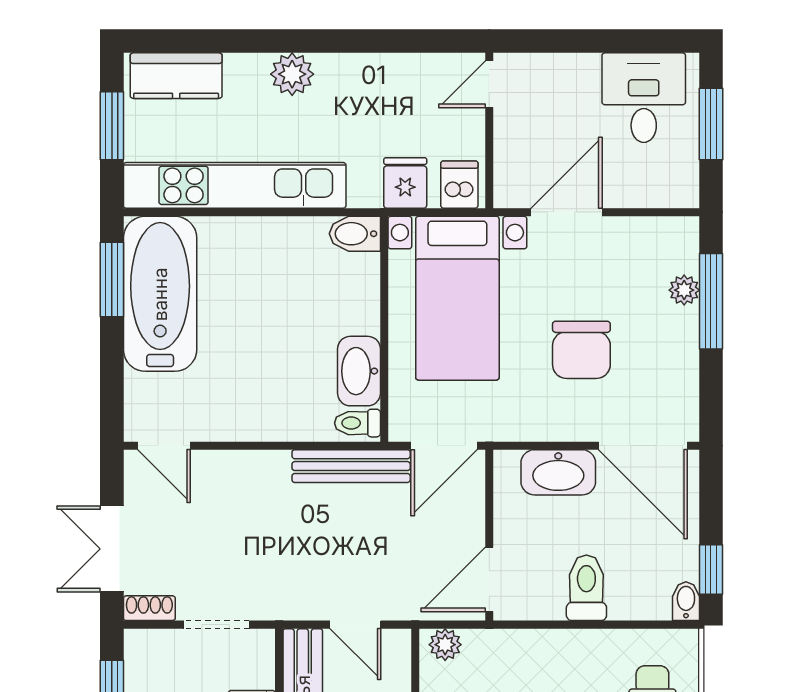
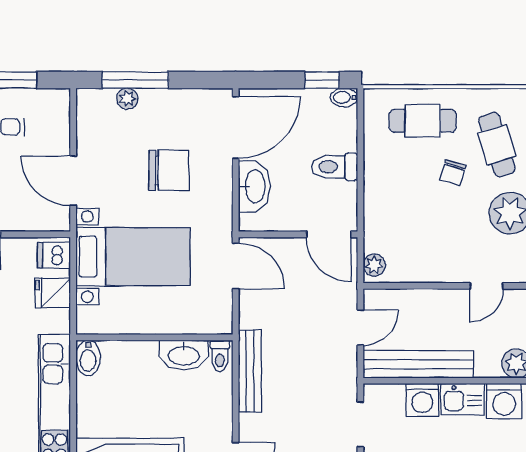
bidet: (355, 234) -> (88, 358), moved
wall: (384, 329) -> (154, 337), moved
washbasin: (359, 371) -> (184, 355), moved
toilet: (357, 423) -> (220, 356), moved
bench: (351, 466) -> (250, 371), moved

